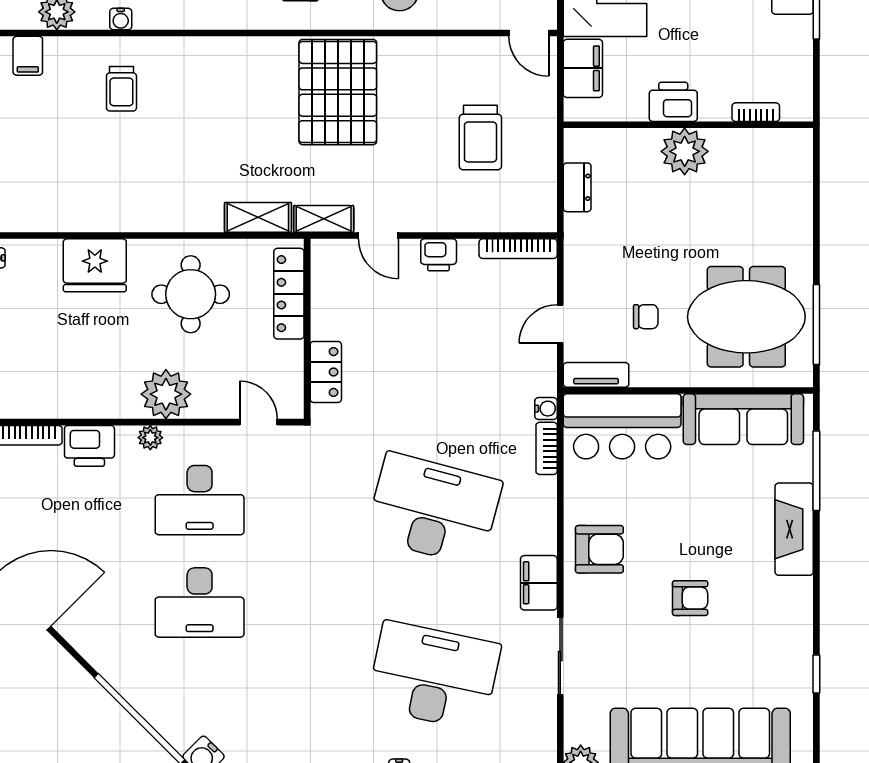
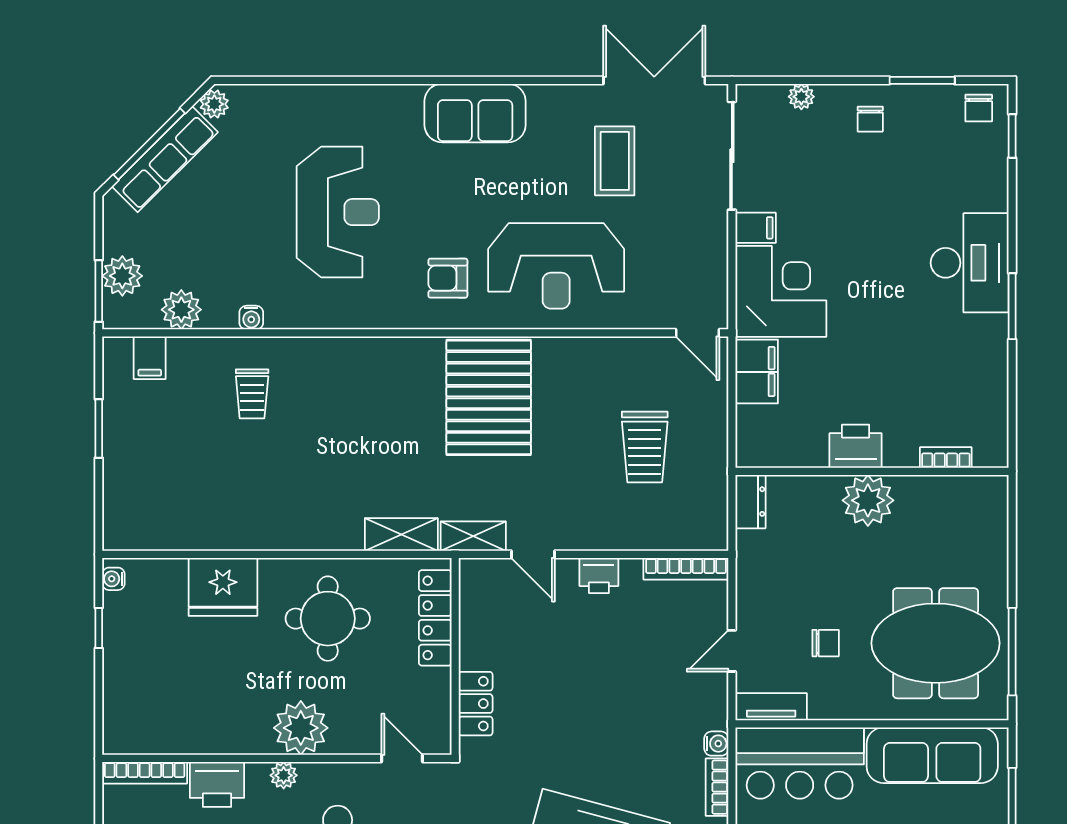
printer: (673, 102) -> (856, 446), moved
bookcase: (756, 112) -> (946, 457), moved
wall: (688, 125) -> (872, 471), moved
plant: (685, 151) -> (868, 500), moved

